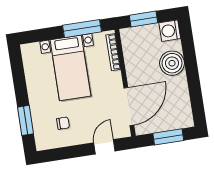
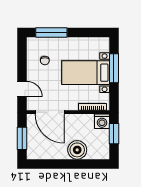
window: (82, 29) -> (114, 68), moved
washing machine: (170, 31) -> (102, 121), moved, turned 180
window: (25, 120) -> (51, 33), width x1.44

